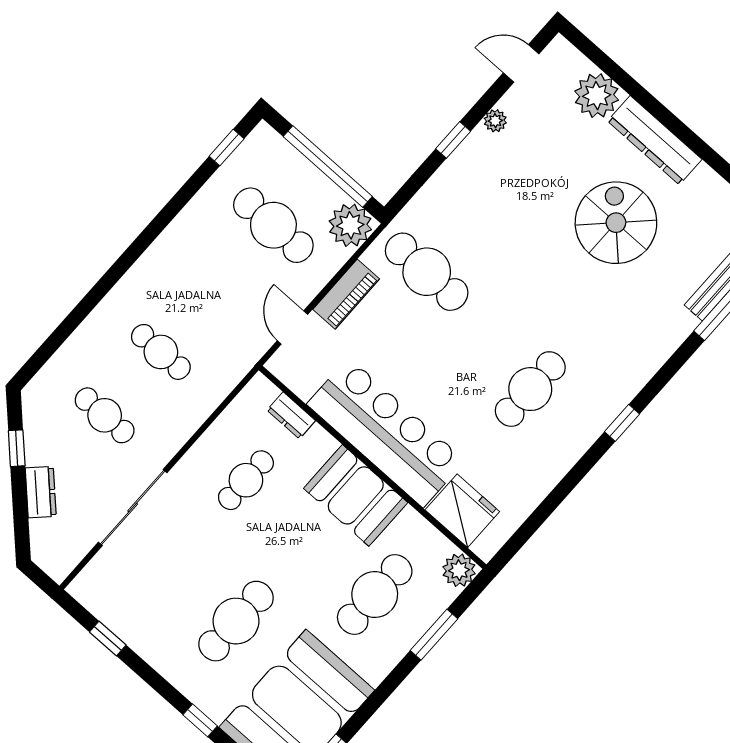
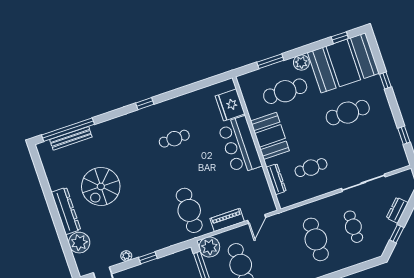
cafe table: (161, 352) -> (316, 239), width x1.37, depth x1.35
cafe table: (530, 389) -> (174, 139), width x0.73, depth x0.74
dresser: (291, 415) -> (276, 179), width x1.44
bar counter: (386, 432) -> (240, 145), width x0.73
plant: (459, 570) -> (301, 63), moved

